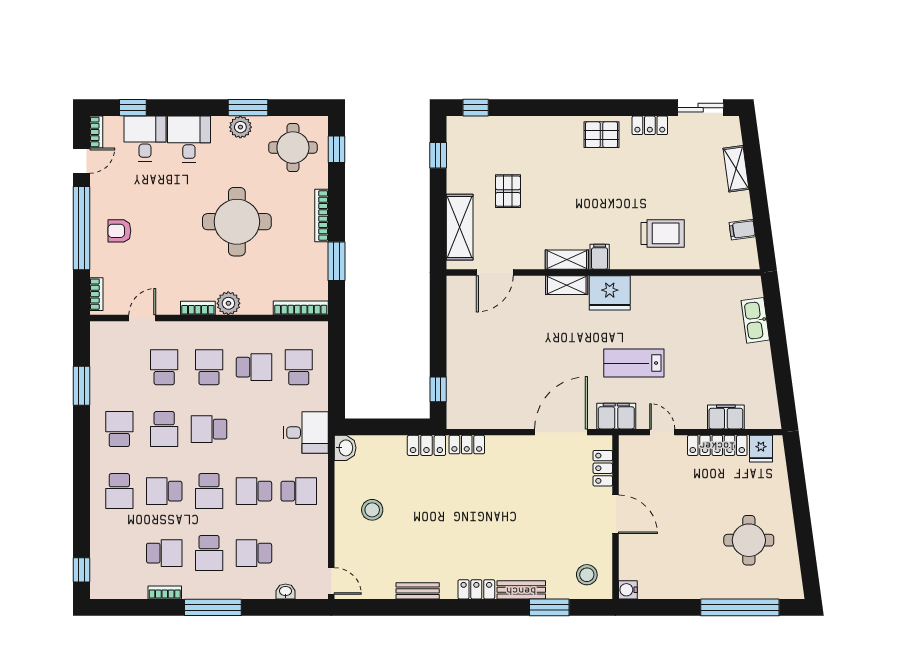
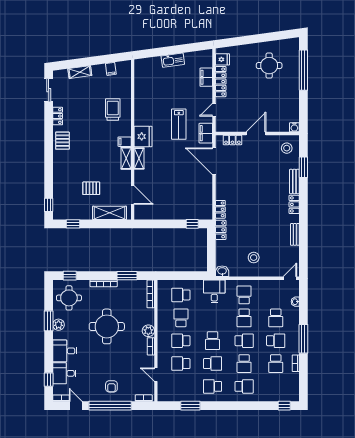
kitchen sink: (755, 320) -> (173, 60), moved
school desk: (164, 553) -> (276, 364), turned 180

